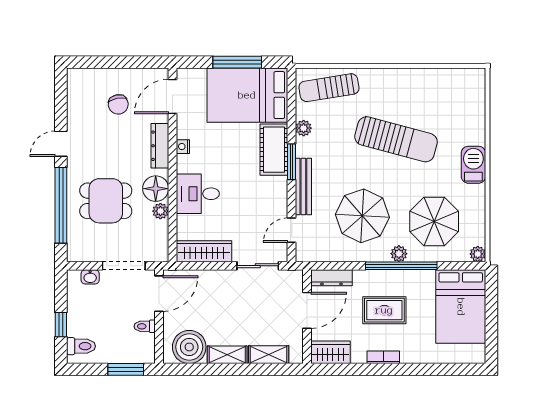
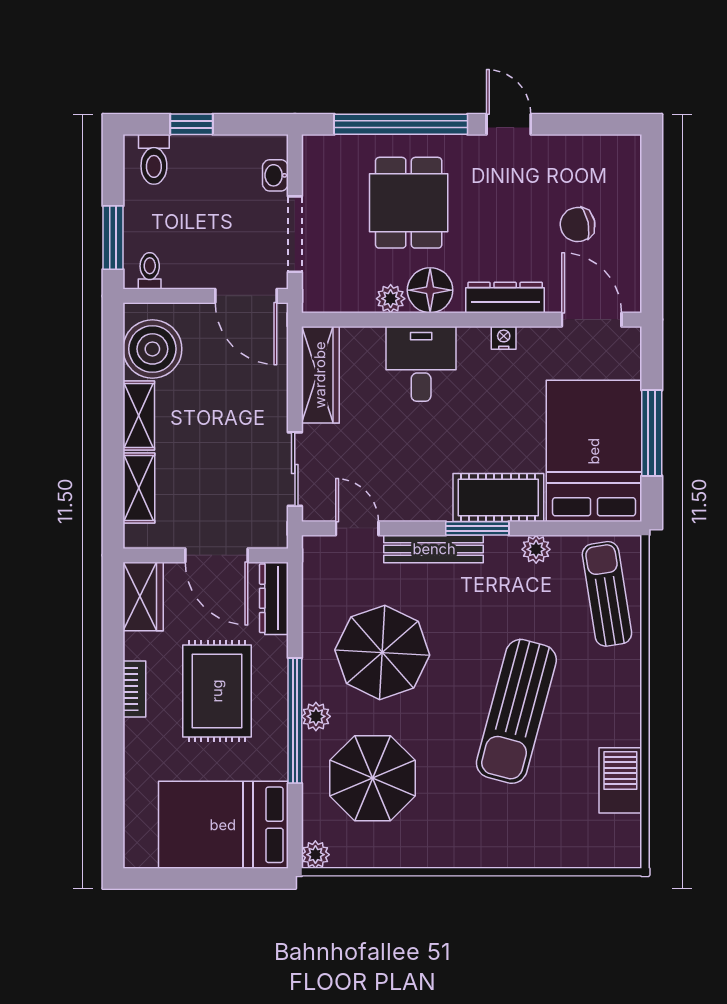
barbecue: (473, 165) -> (620, 780), moved, turned -90
rug: (384, 310) -> (217, 691), width x1.36, depth x1.43
toilet: (145, 326) -> (150, 271), moved

